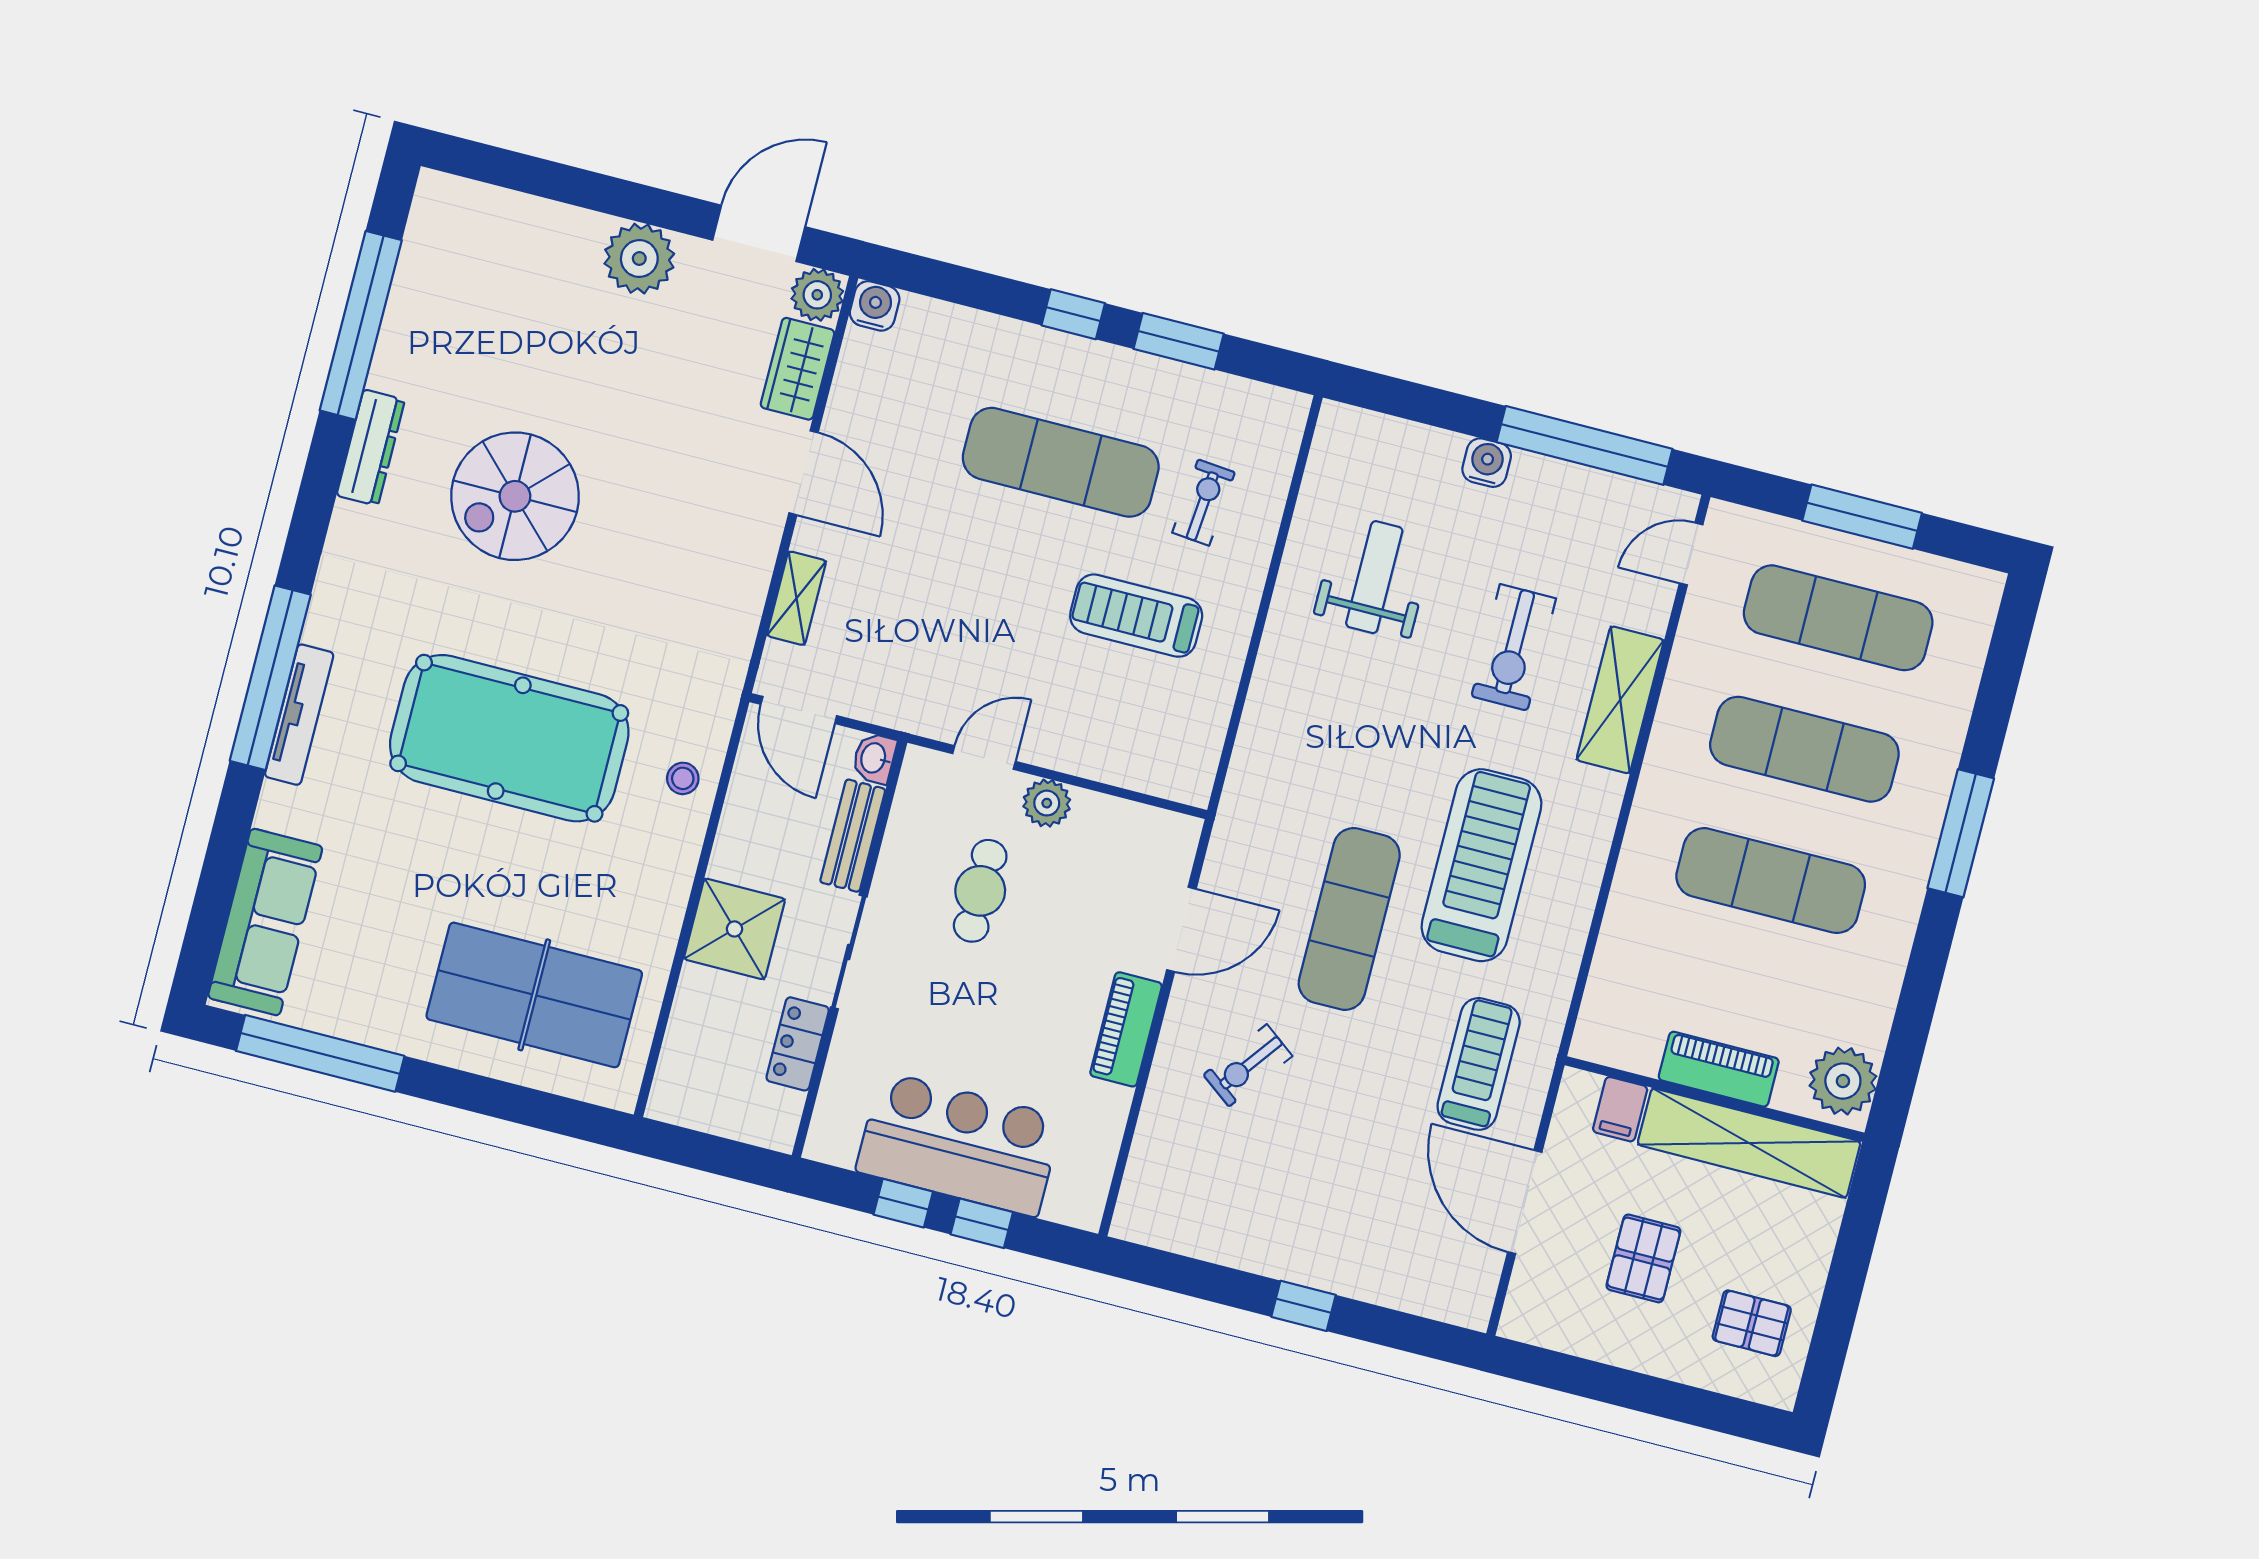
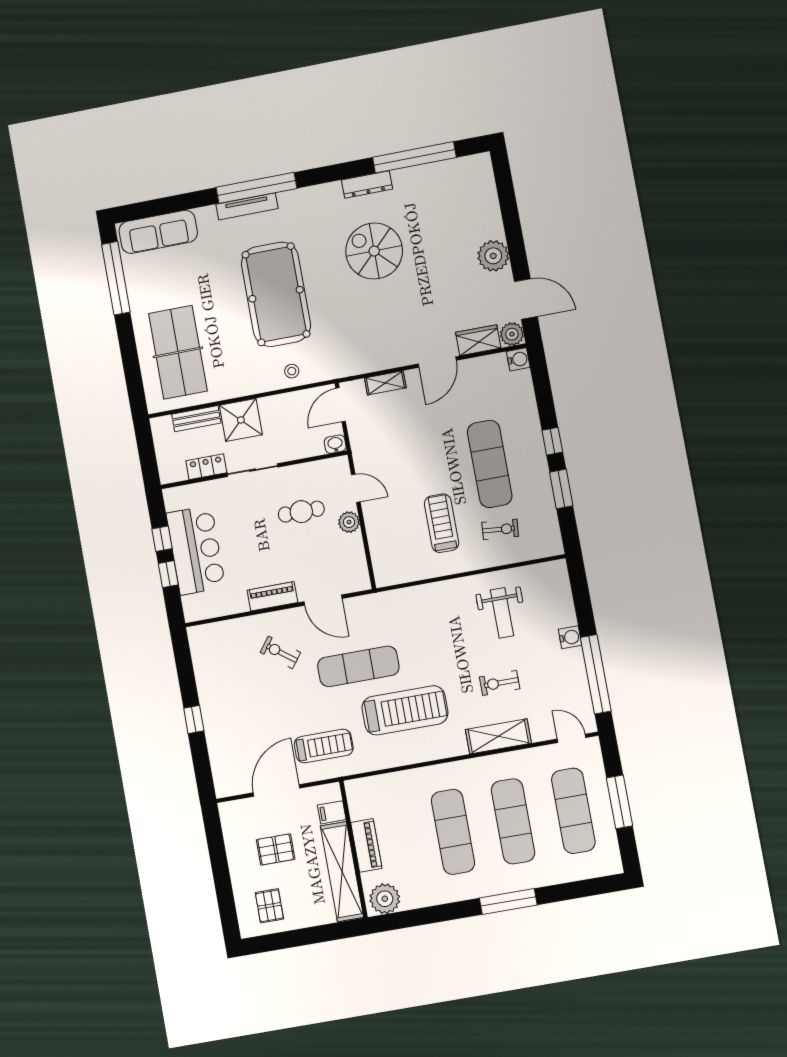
weight bench: (1374, 577) -> (502, 613), turned 90
exercise bike: (1514, 647) -> (500, 683), width x0.73, depth x0.72
bench: (853, 836) -> (196, 419), moved

